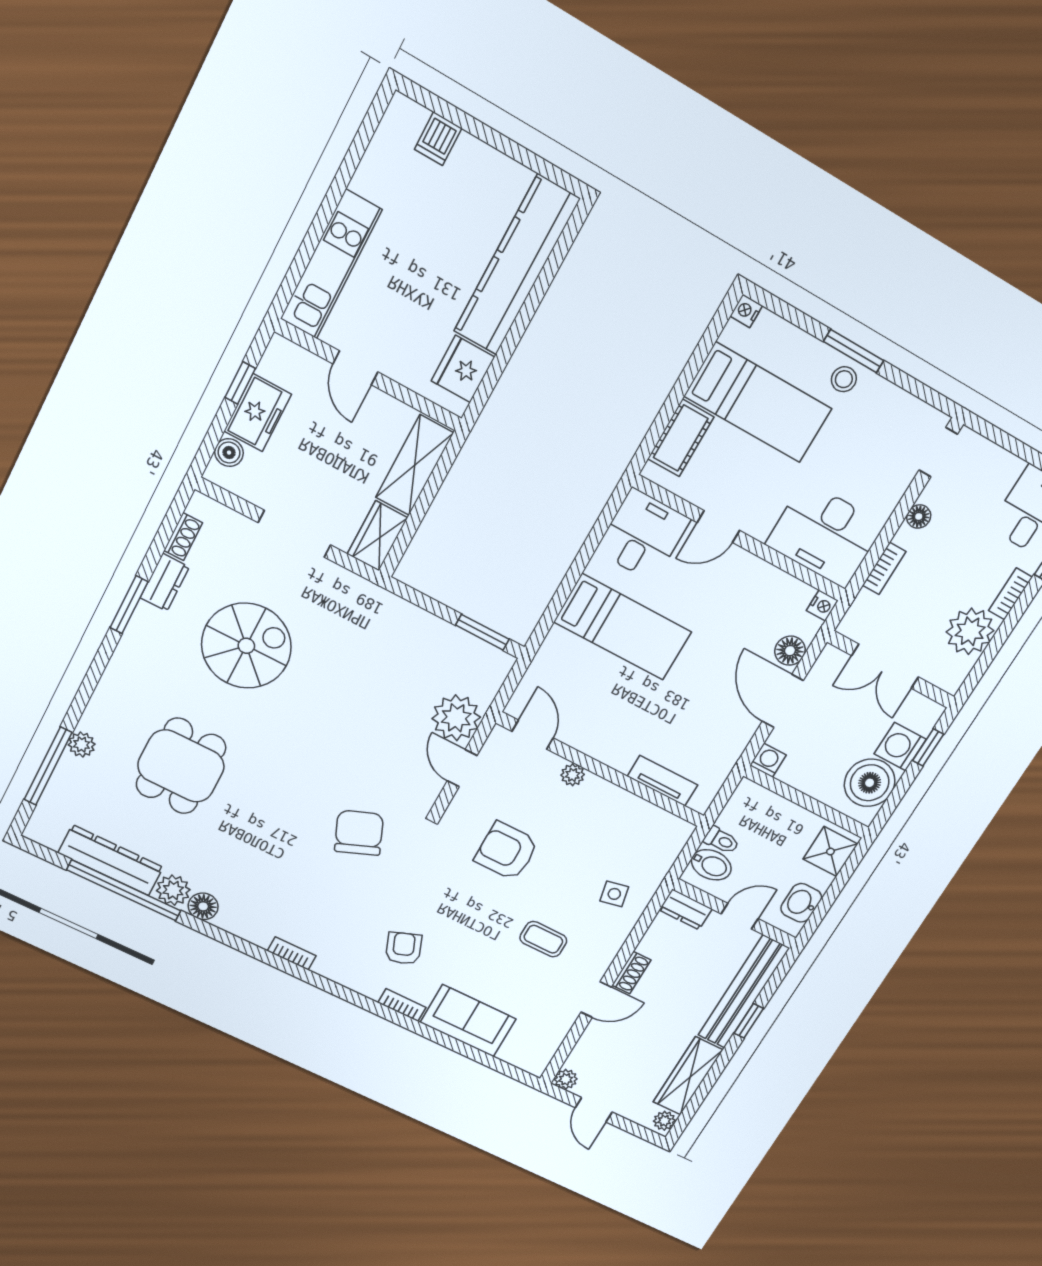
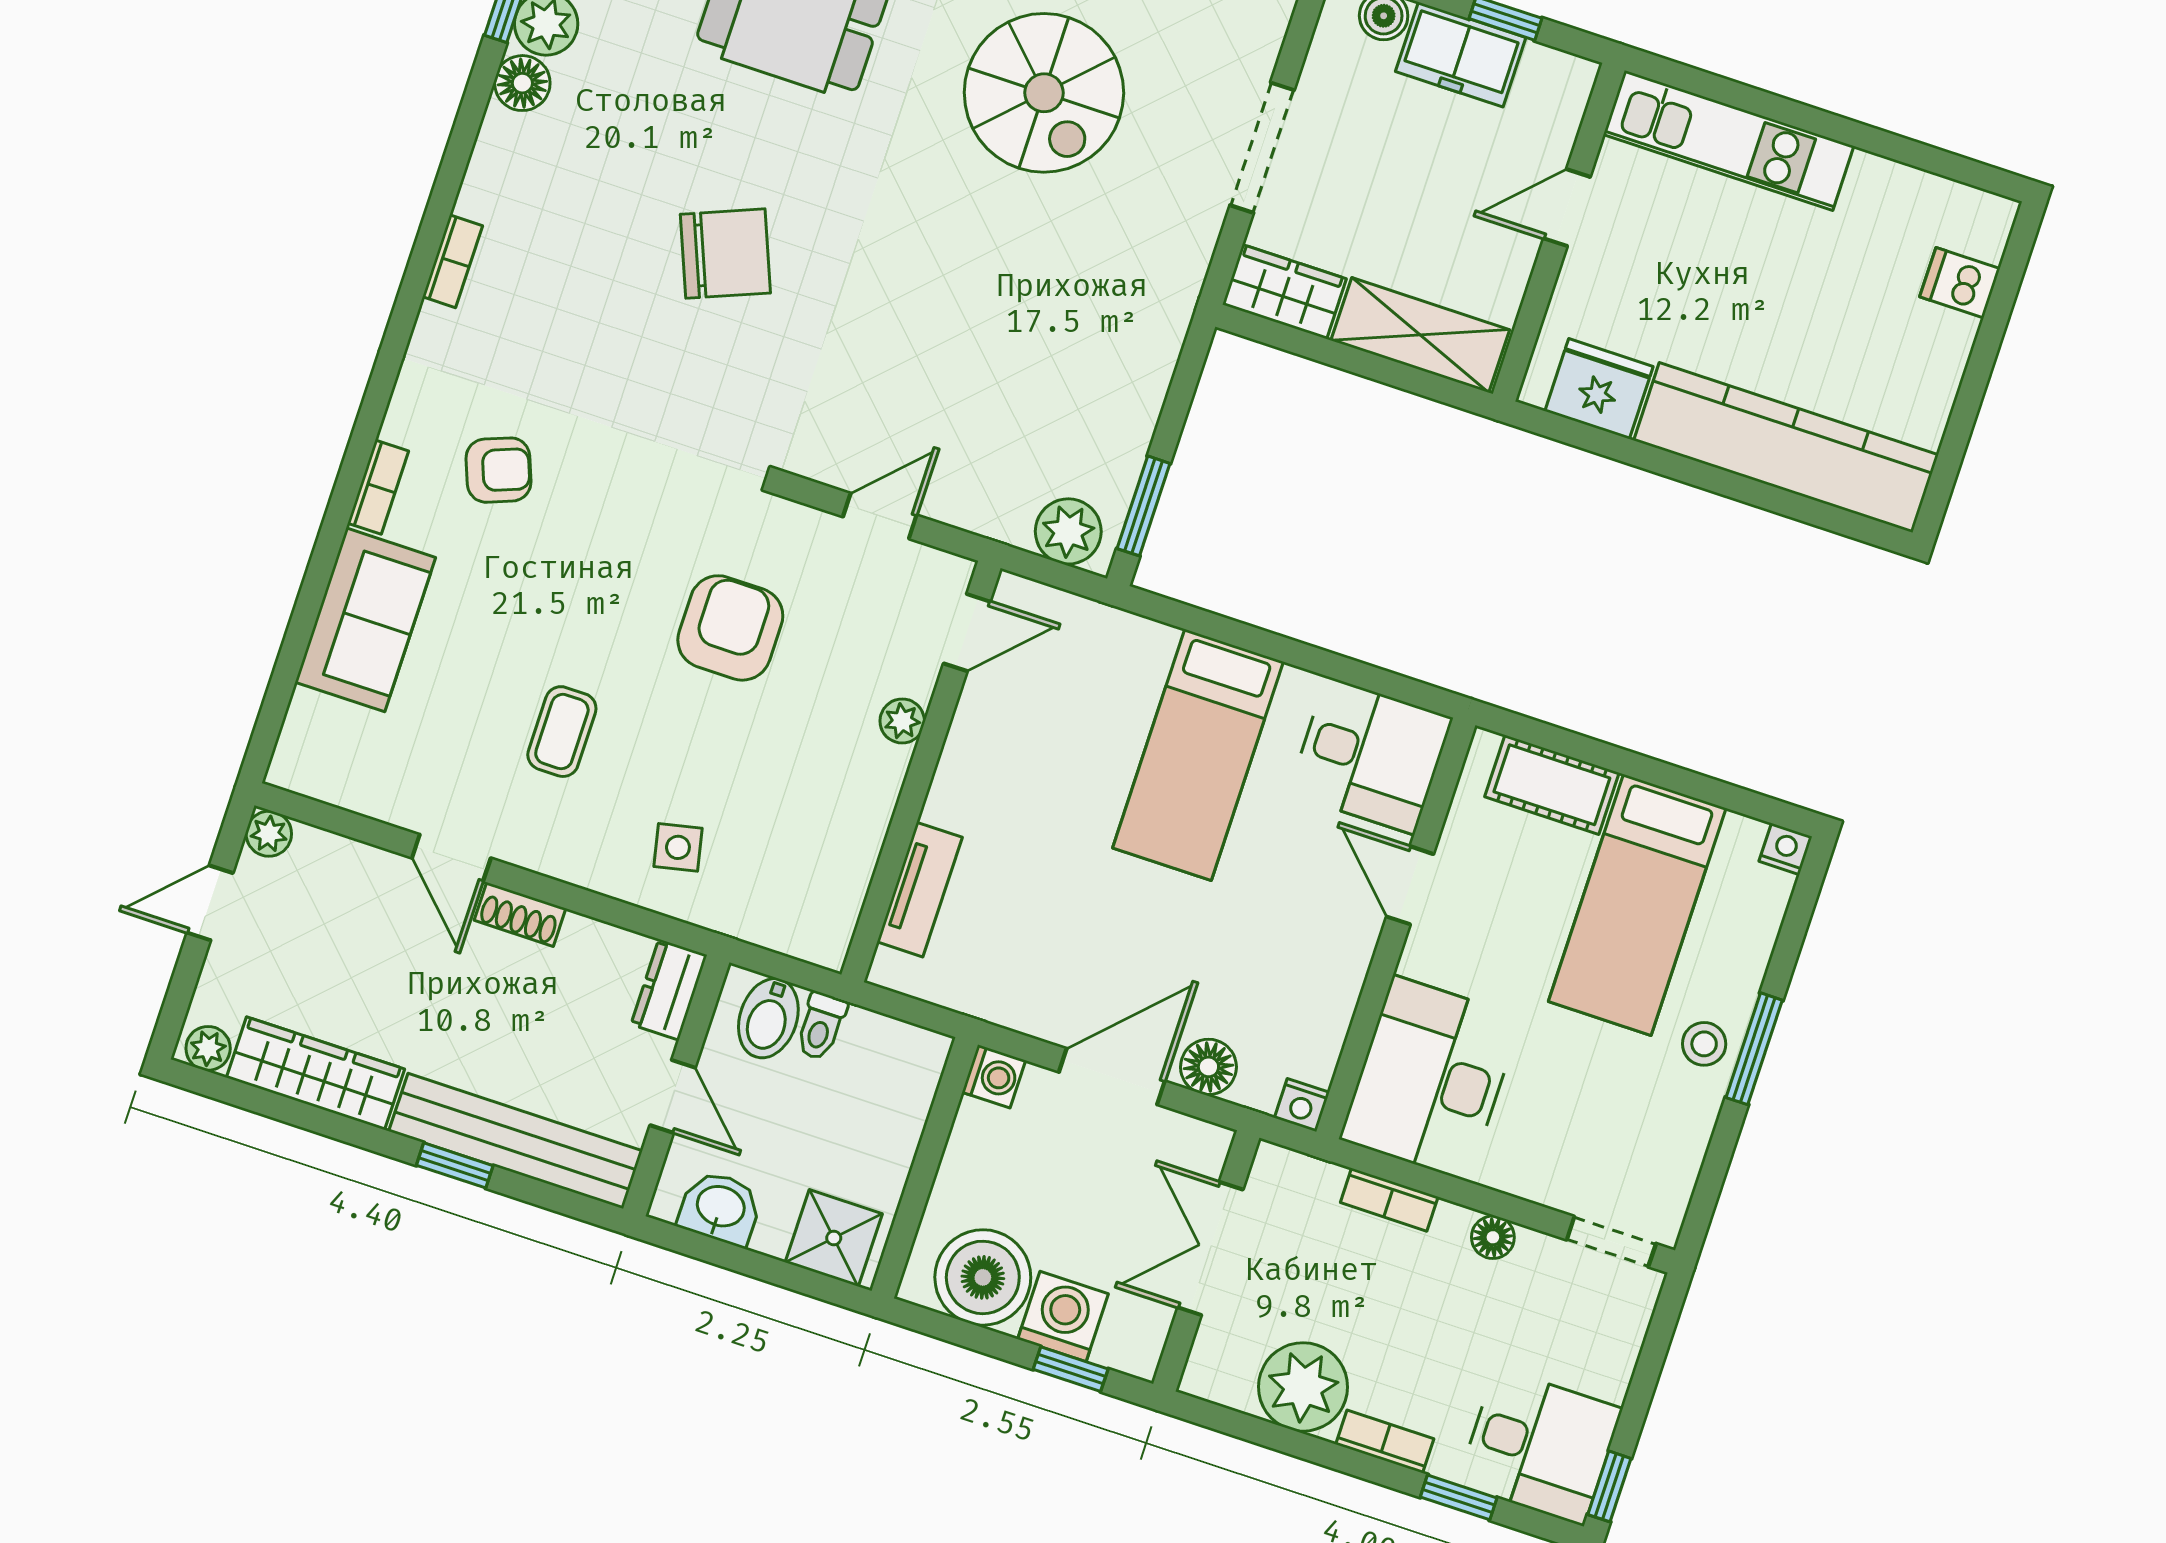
plant: (456, 718) -> (1068, 531), moved, width x0.73, depth x0.73
chair: (359, 833) -> (725, 254), moved

